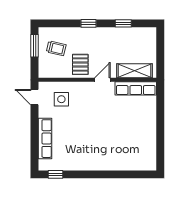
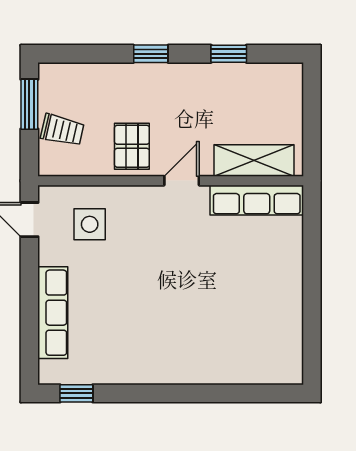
trolley: (56, 48) -> (62, 130), moved

